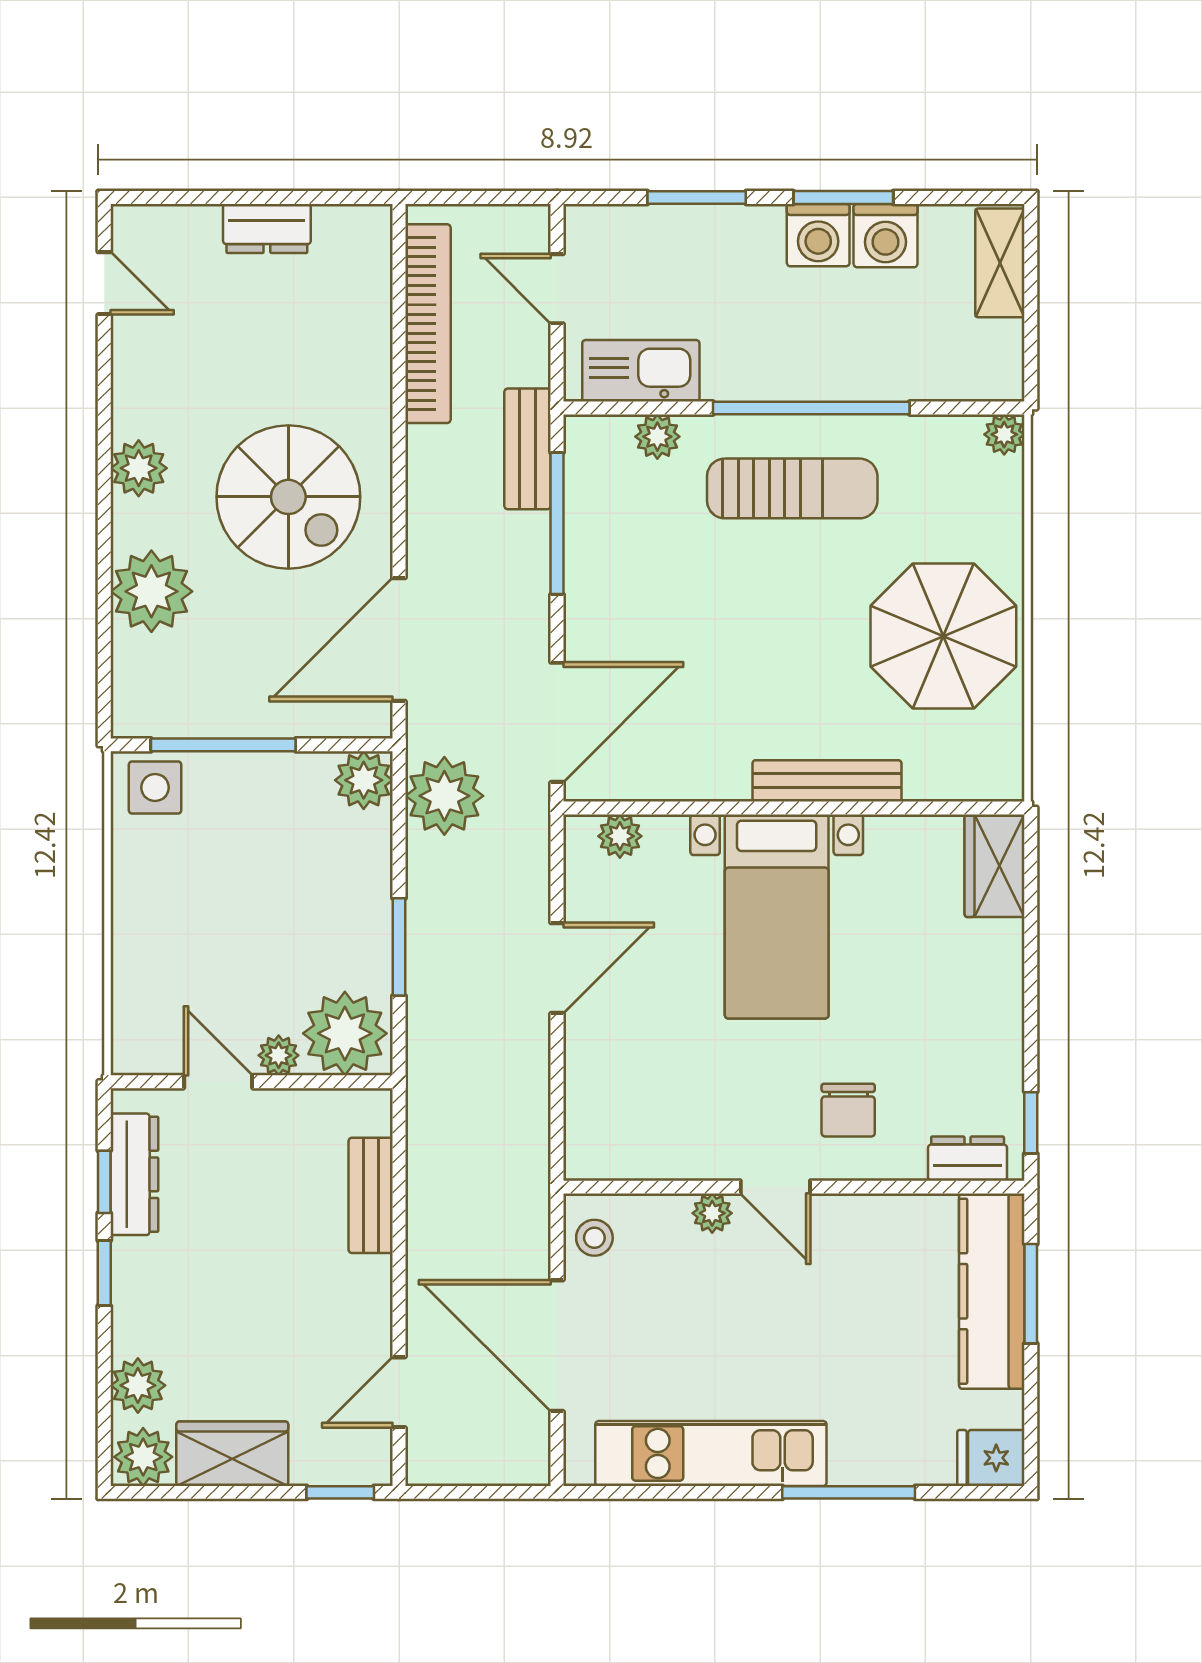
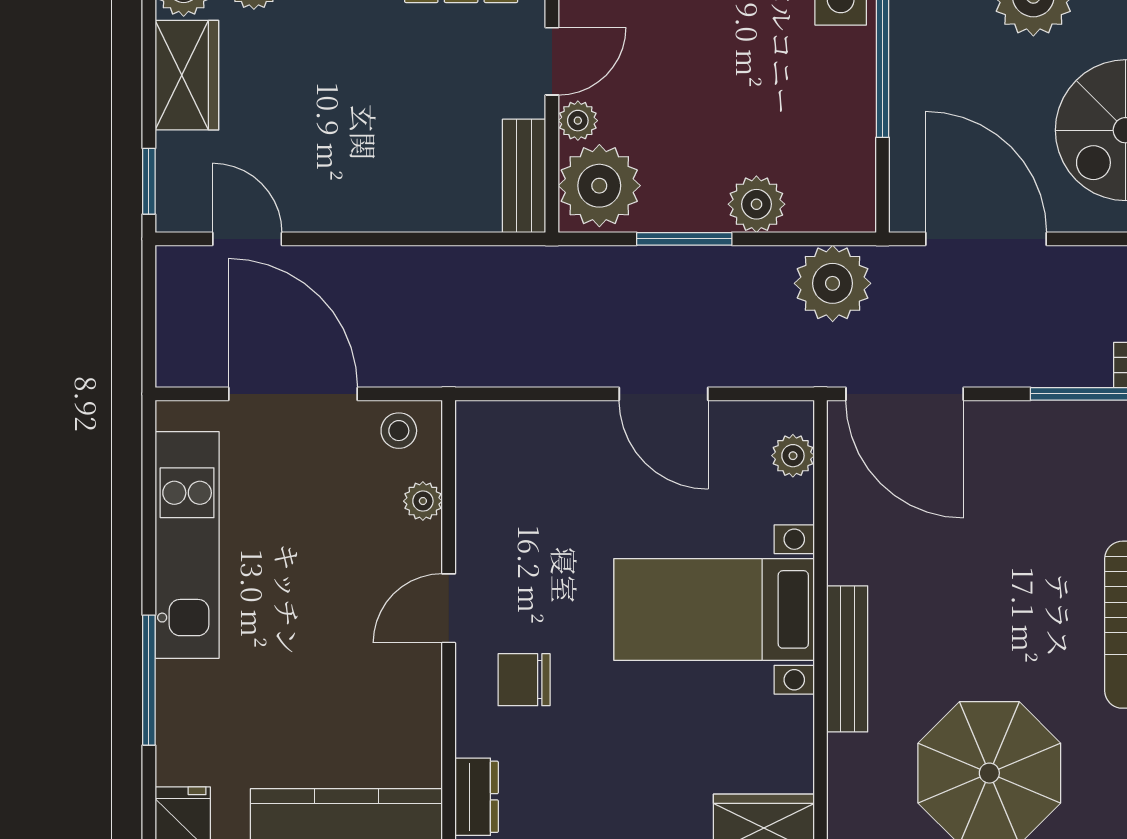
plant: (364, 780) -> (756, 204), moved
bench: (371, 1195) -> (524, 176), moved, turned 90
plant: (712, 1213) -> (423, 501), moved
door: (557, 1346) -> (293, 394), hinge flipped

